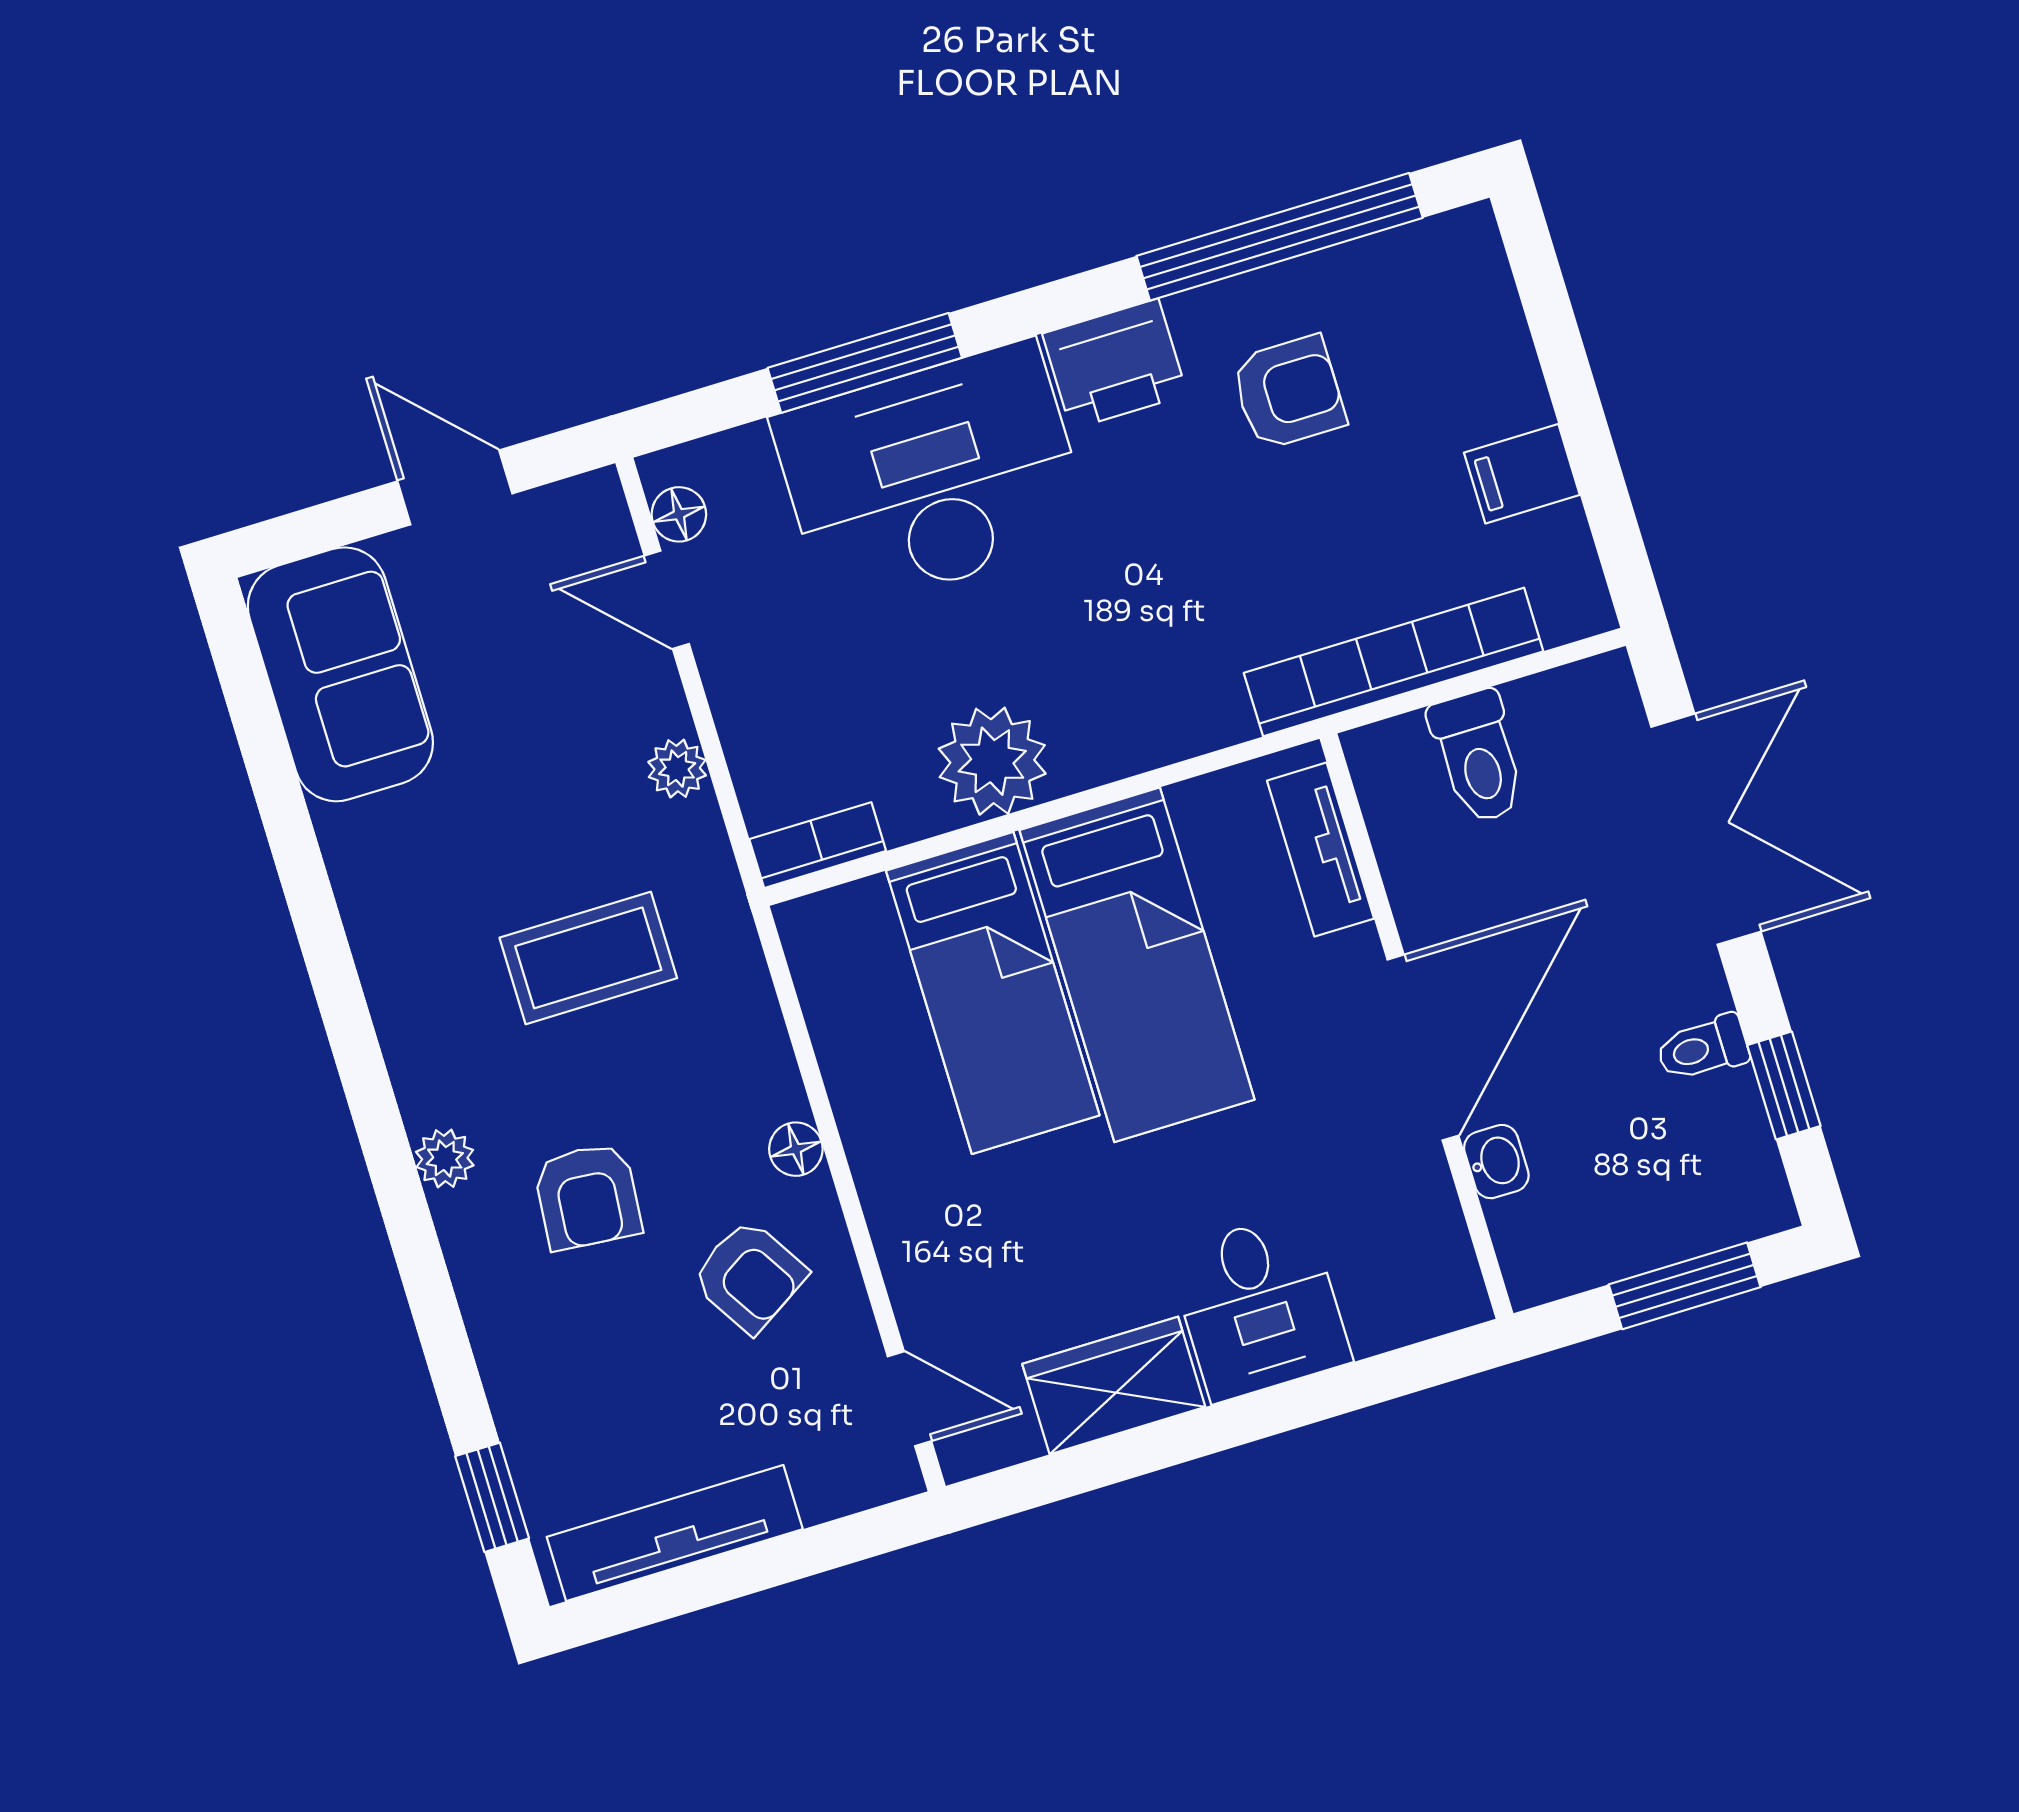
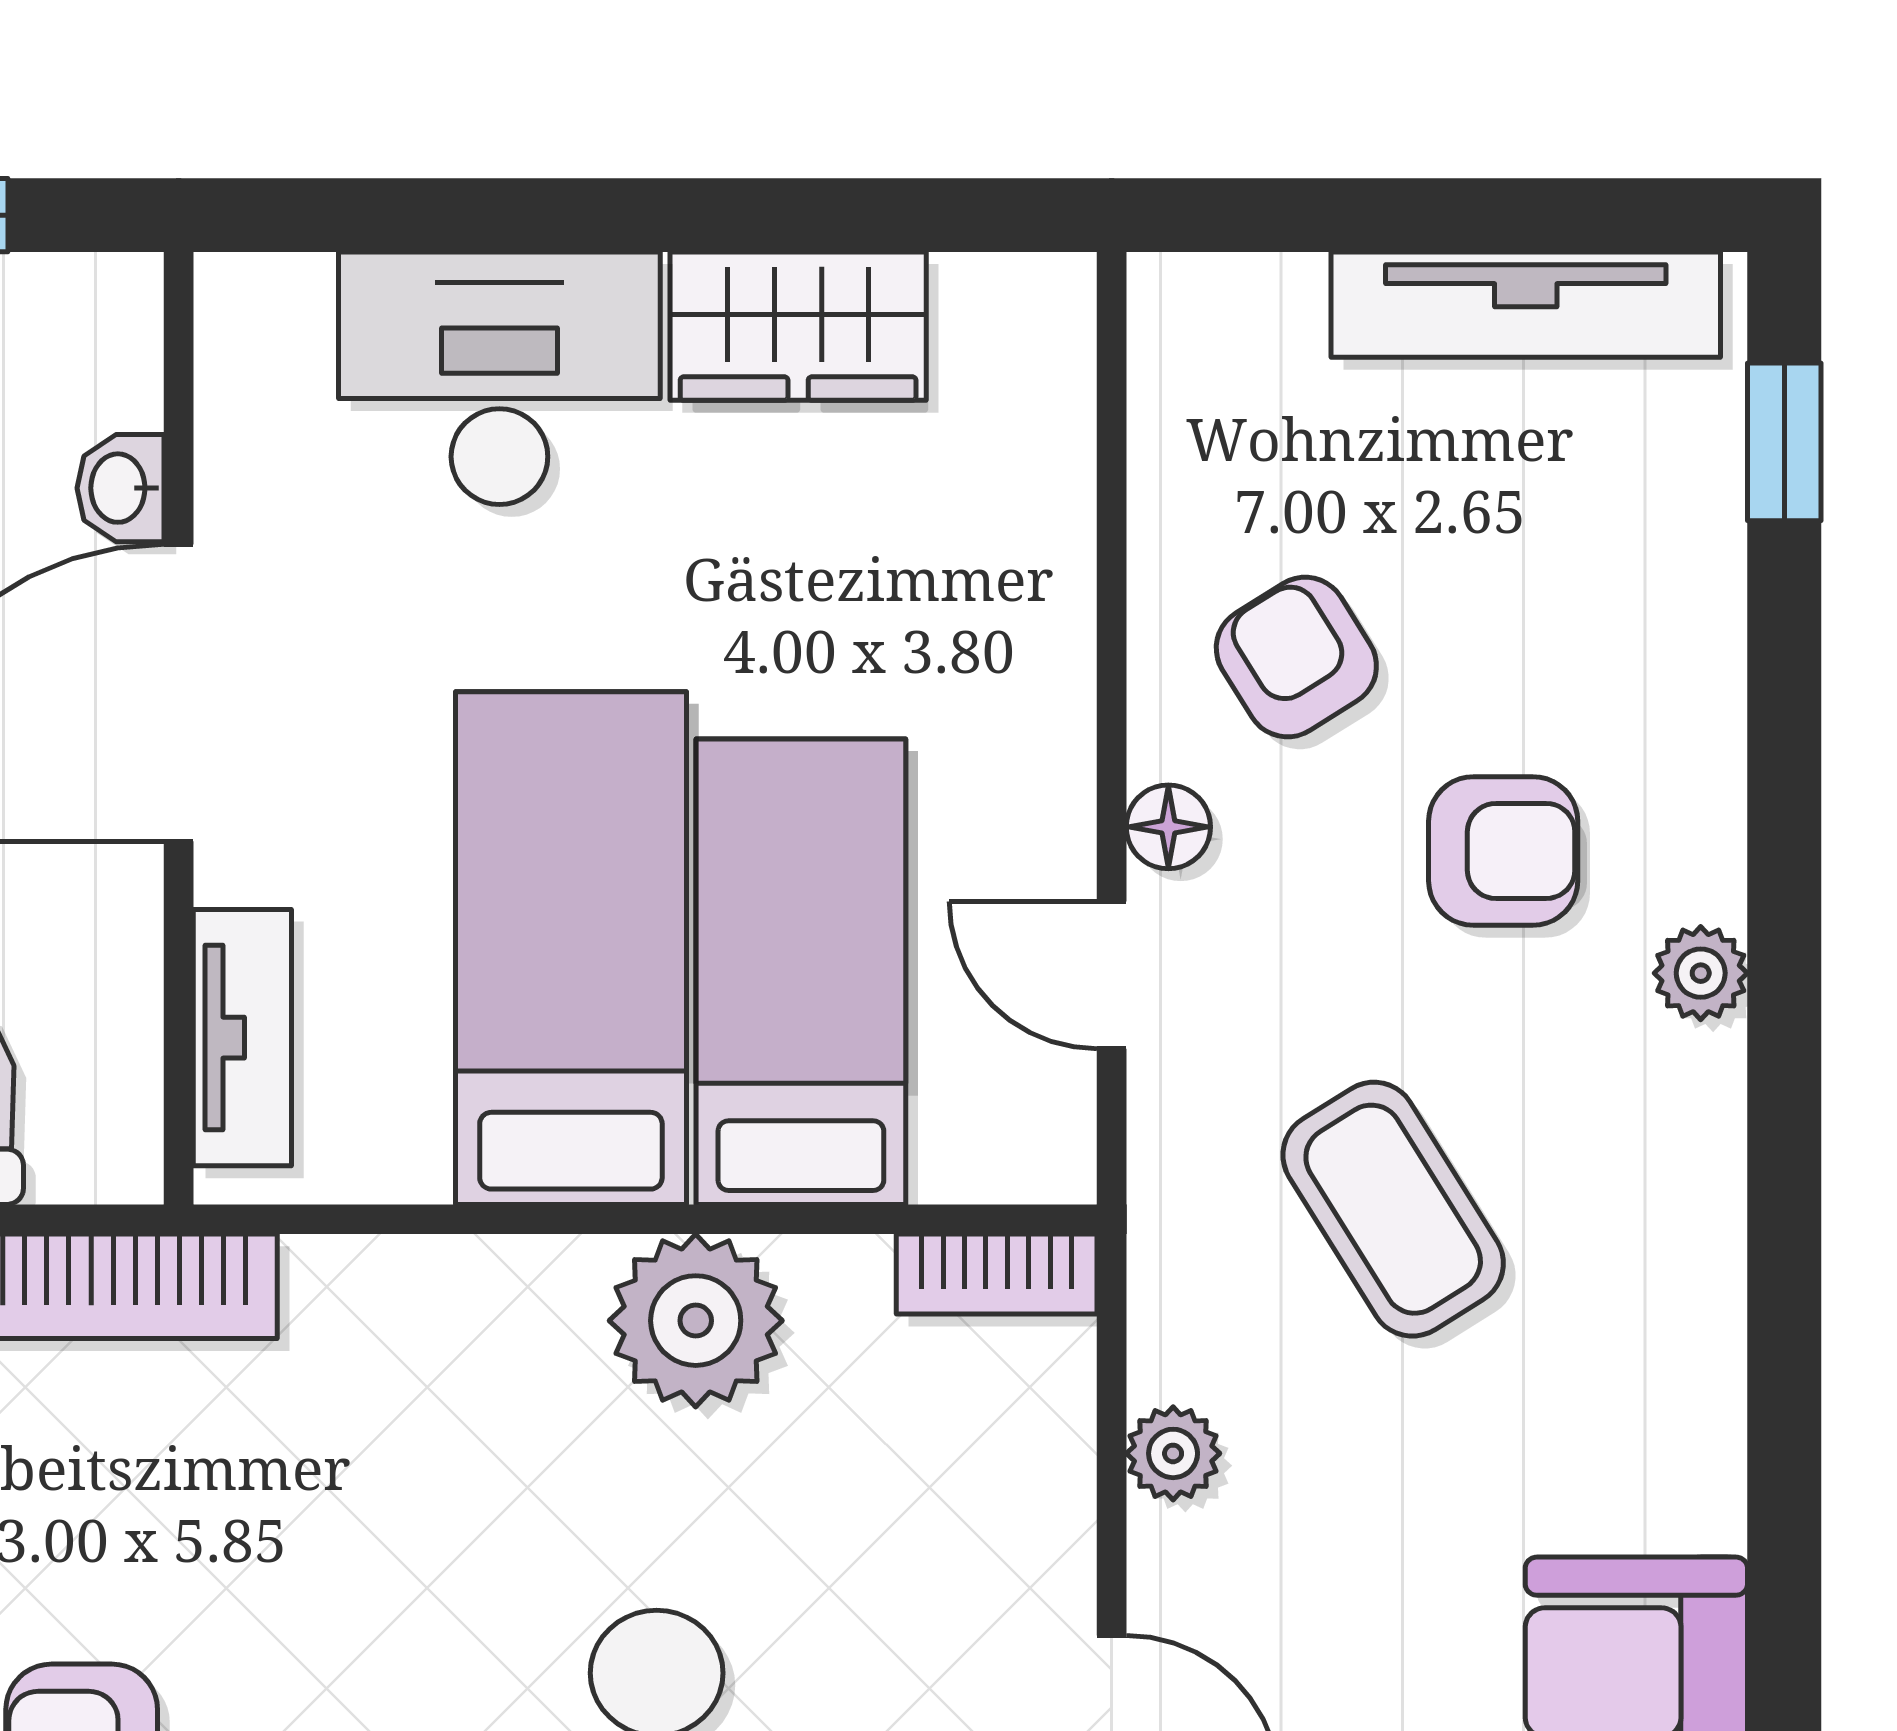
coffee table: (588, 958) -> (1393, 1209), turned 58
armchair: (588, 1196) -> (1503, 851), turned 85
desk: (1259, 1307) -> (499, 378), width x1.37
door: (909, 1399) -> (1112, 975), moved

